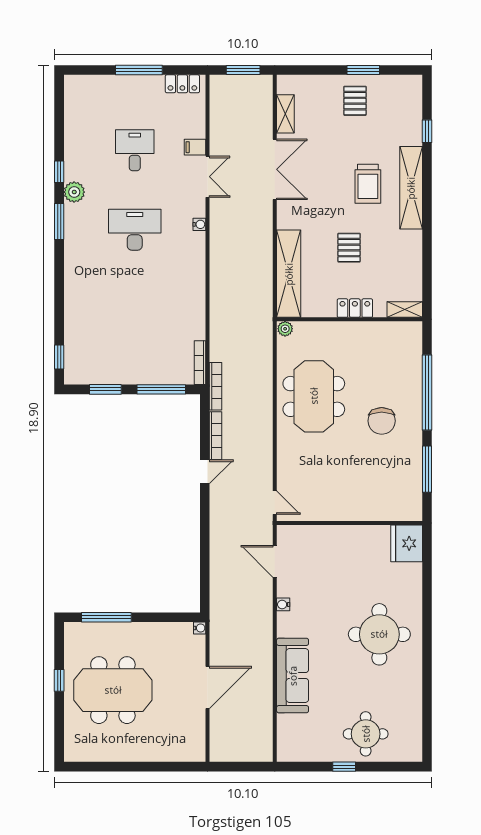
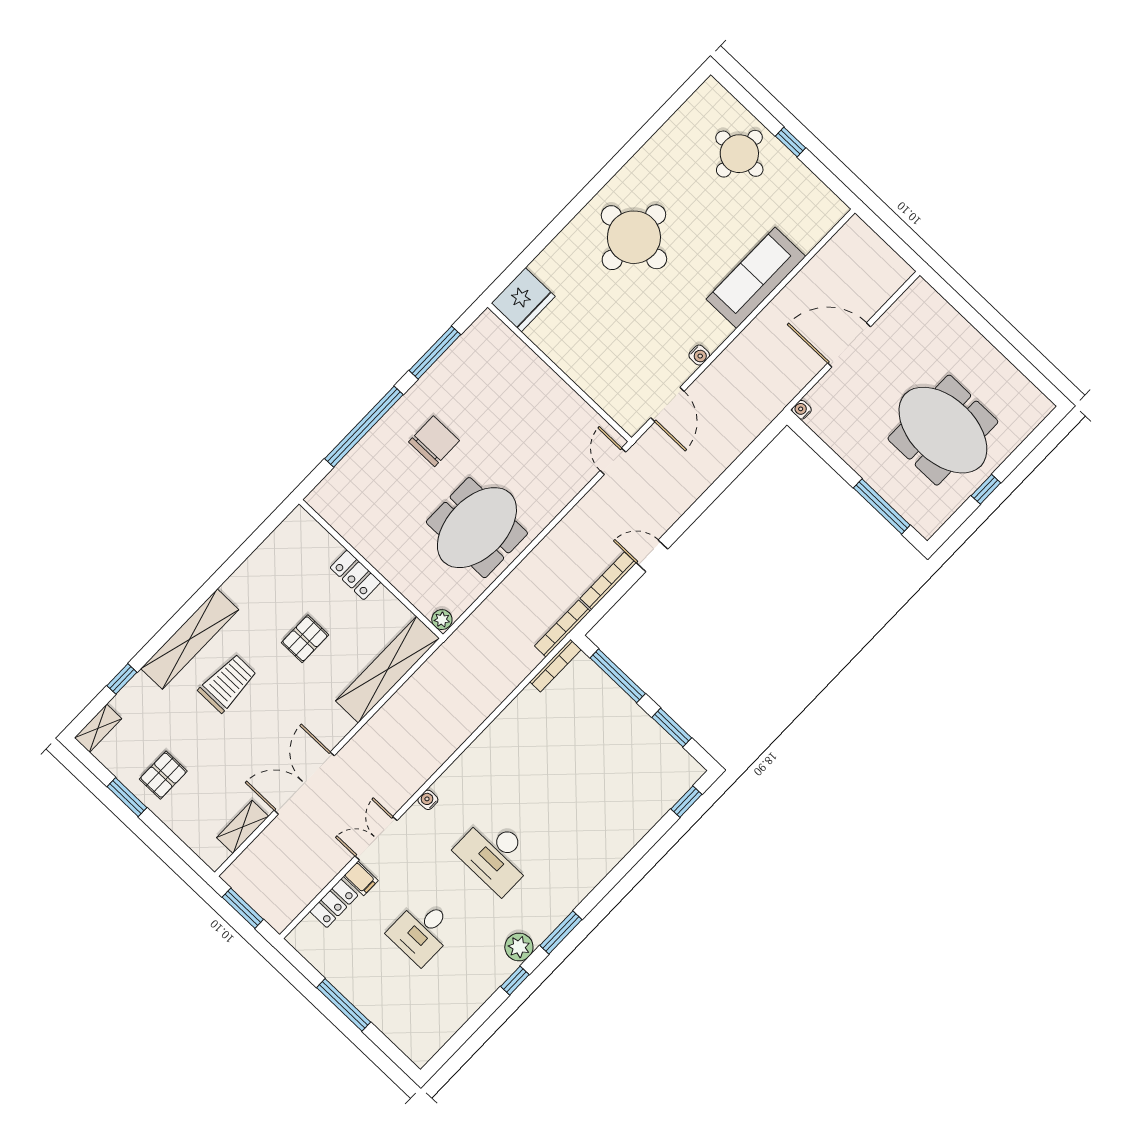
locker: (182, 84) -> (334, 903), moved, turned 90
shelving: (405, 310) -> (98, 728), moved, turned 90

